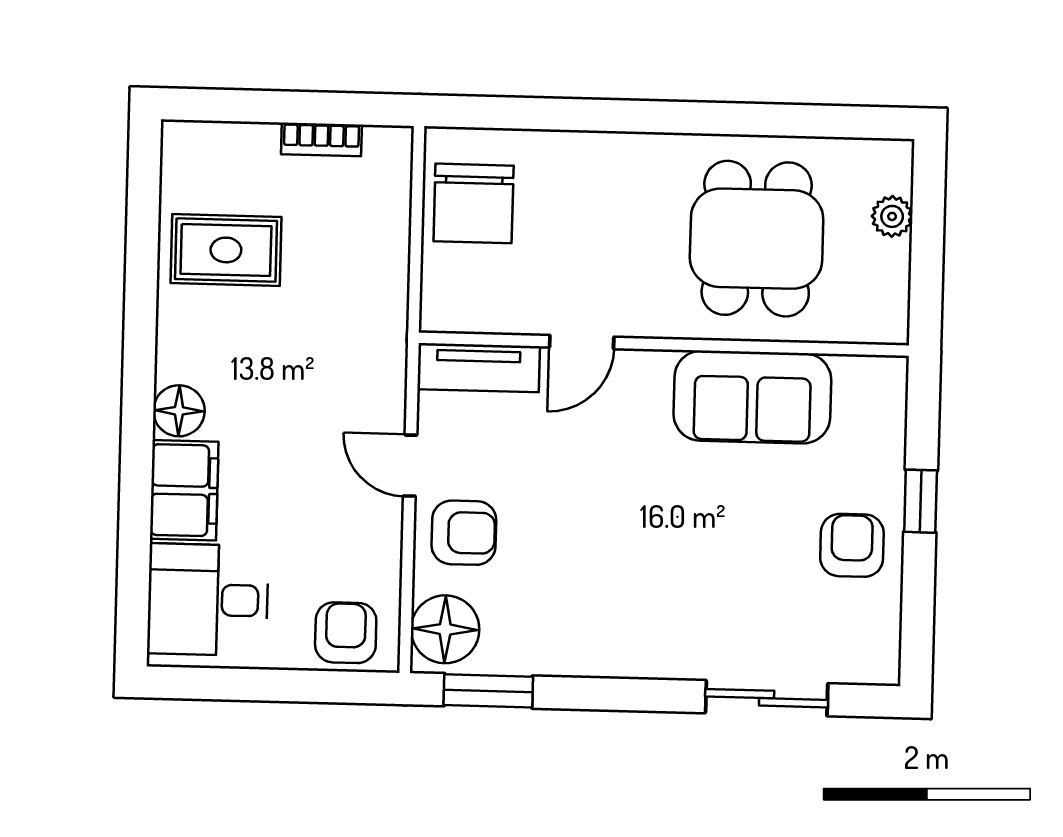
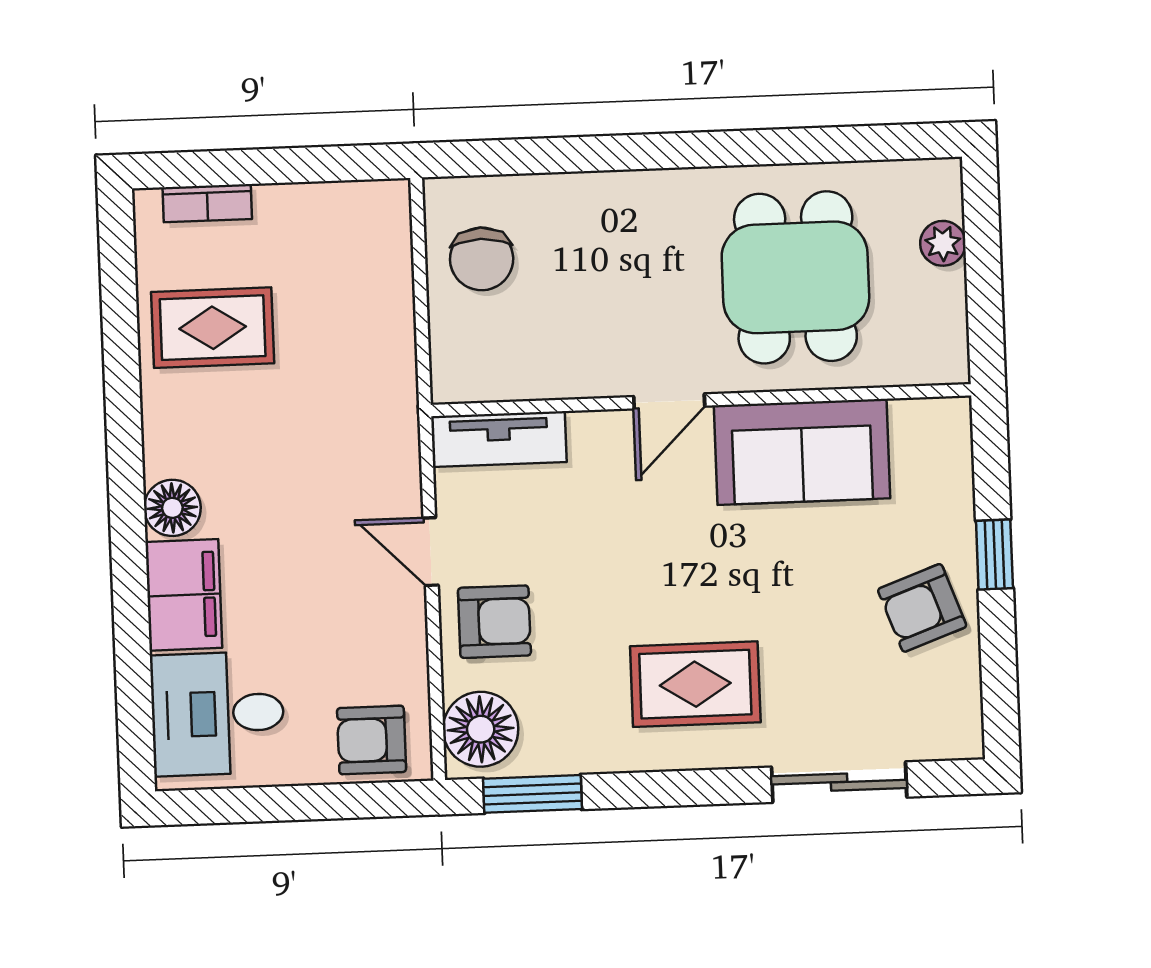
bookcase: (321, 139) -> (207, 203), moved
chair: (474, 203) -> (482, 259), width x0.73, depth x0.73
door: (582, 342) -> (669, 401), moved
armchair: (852, 545) -> (922, 608), turned -110
rug: (642, 601) -> (695, 684), added
armchair: (346, 633) -> (372, 740), turned -90

